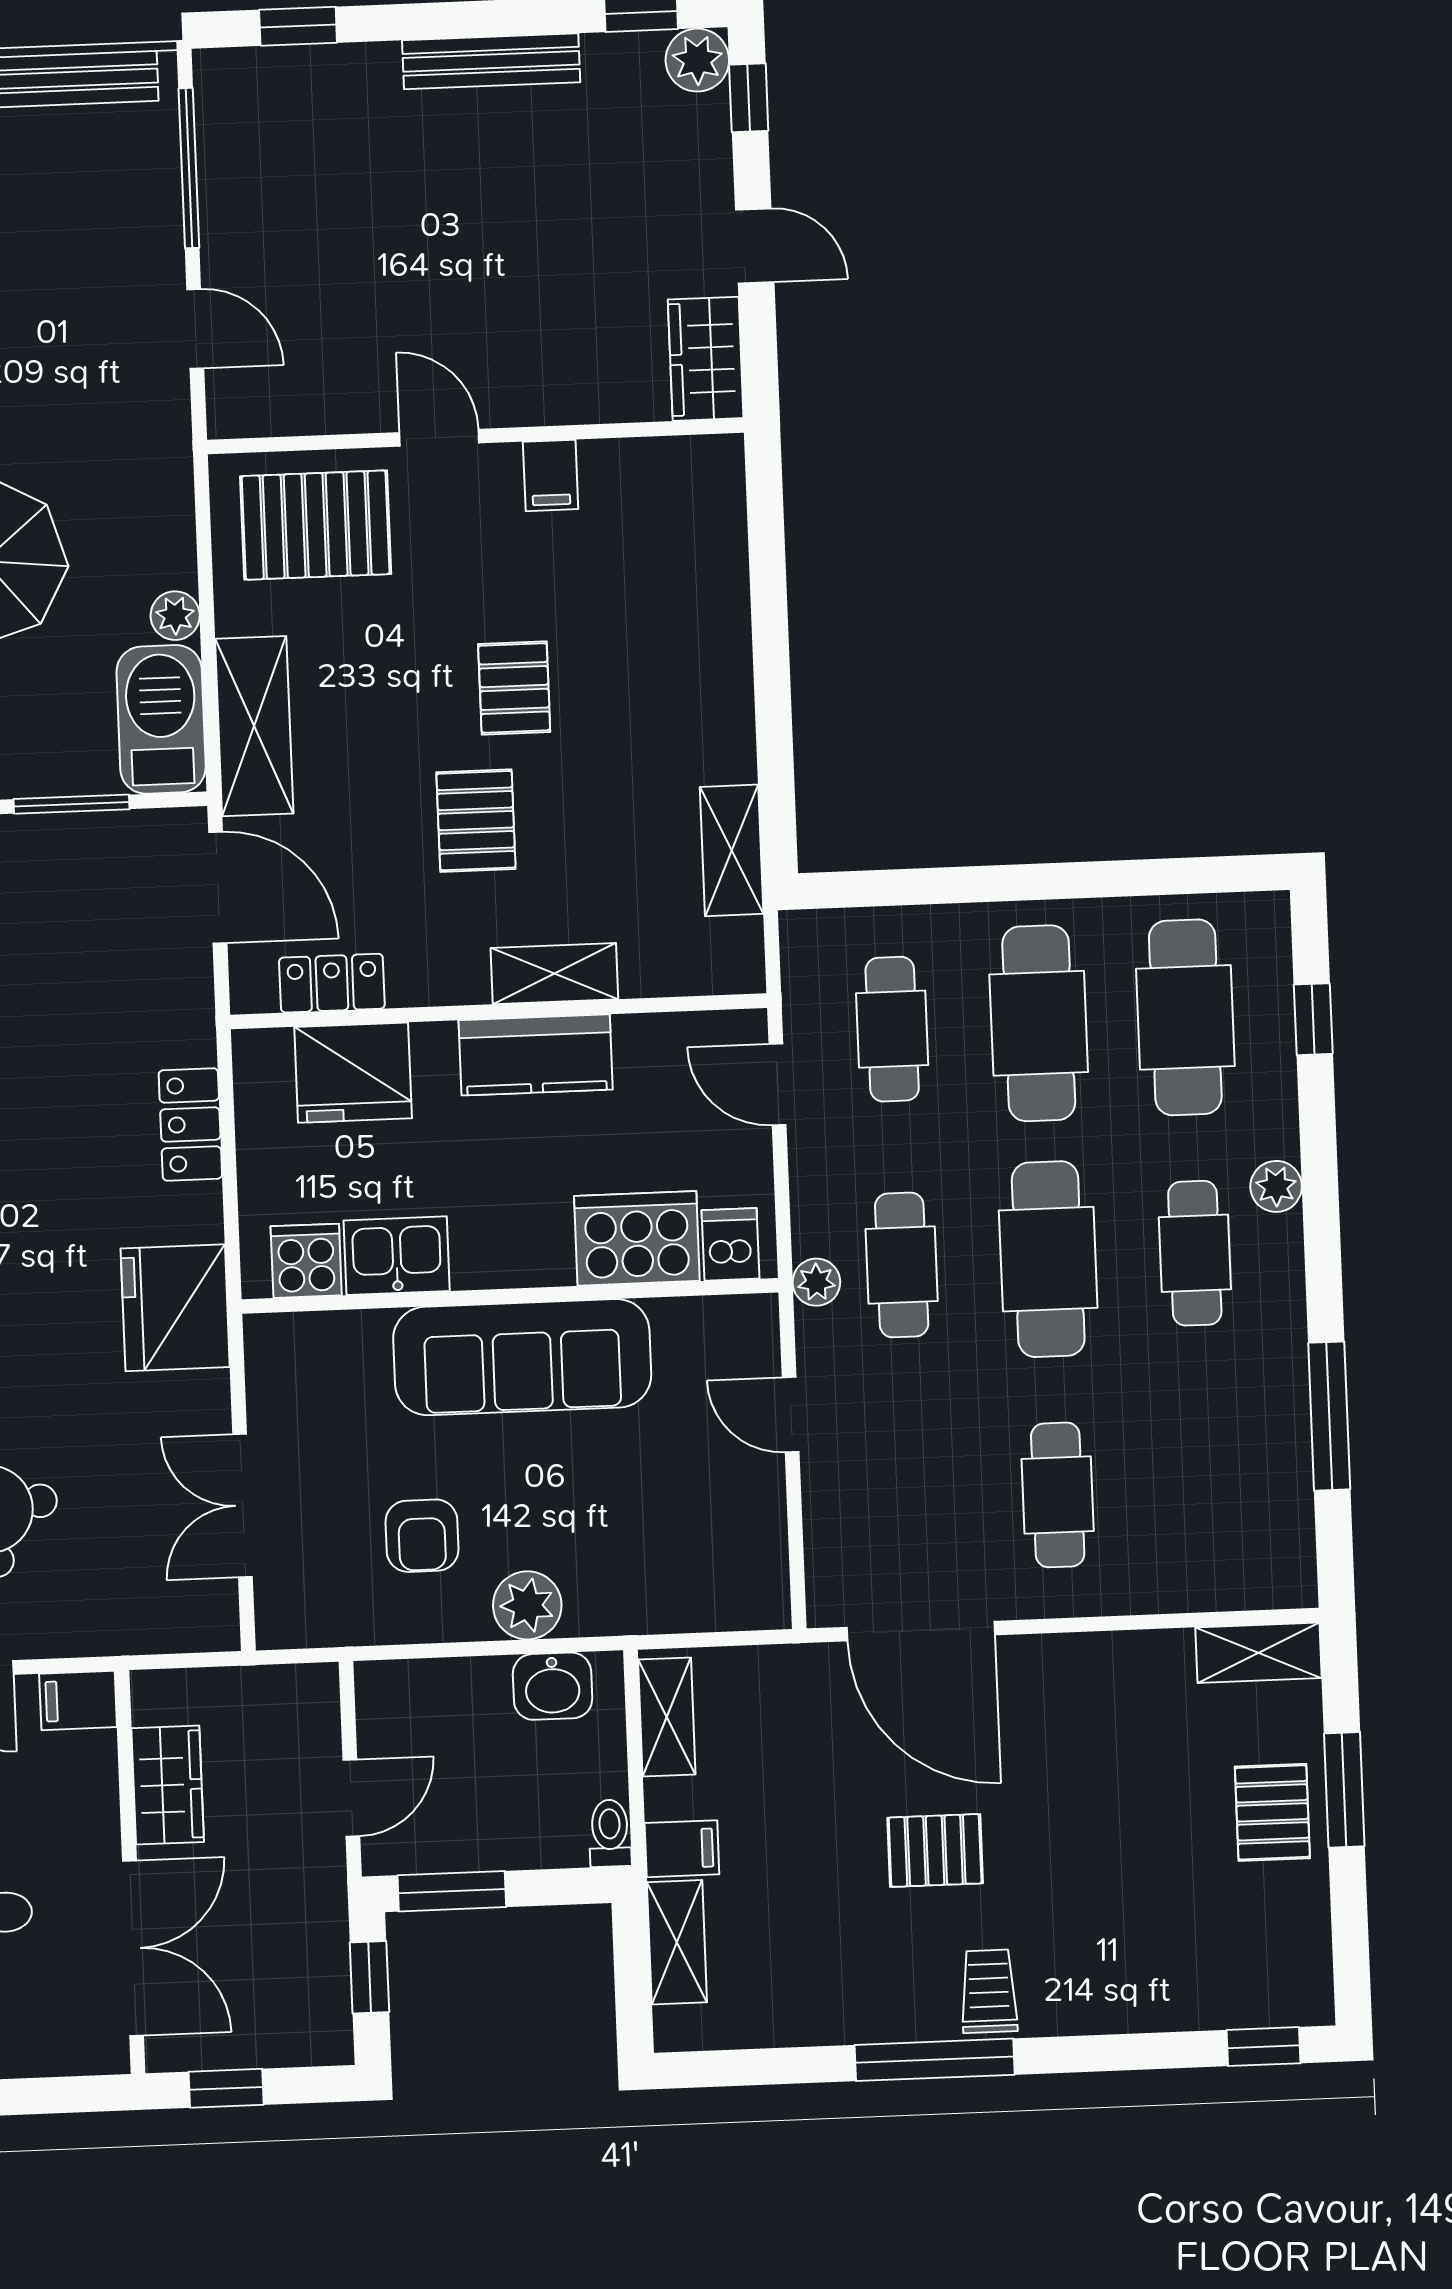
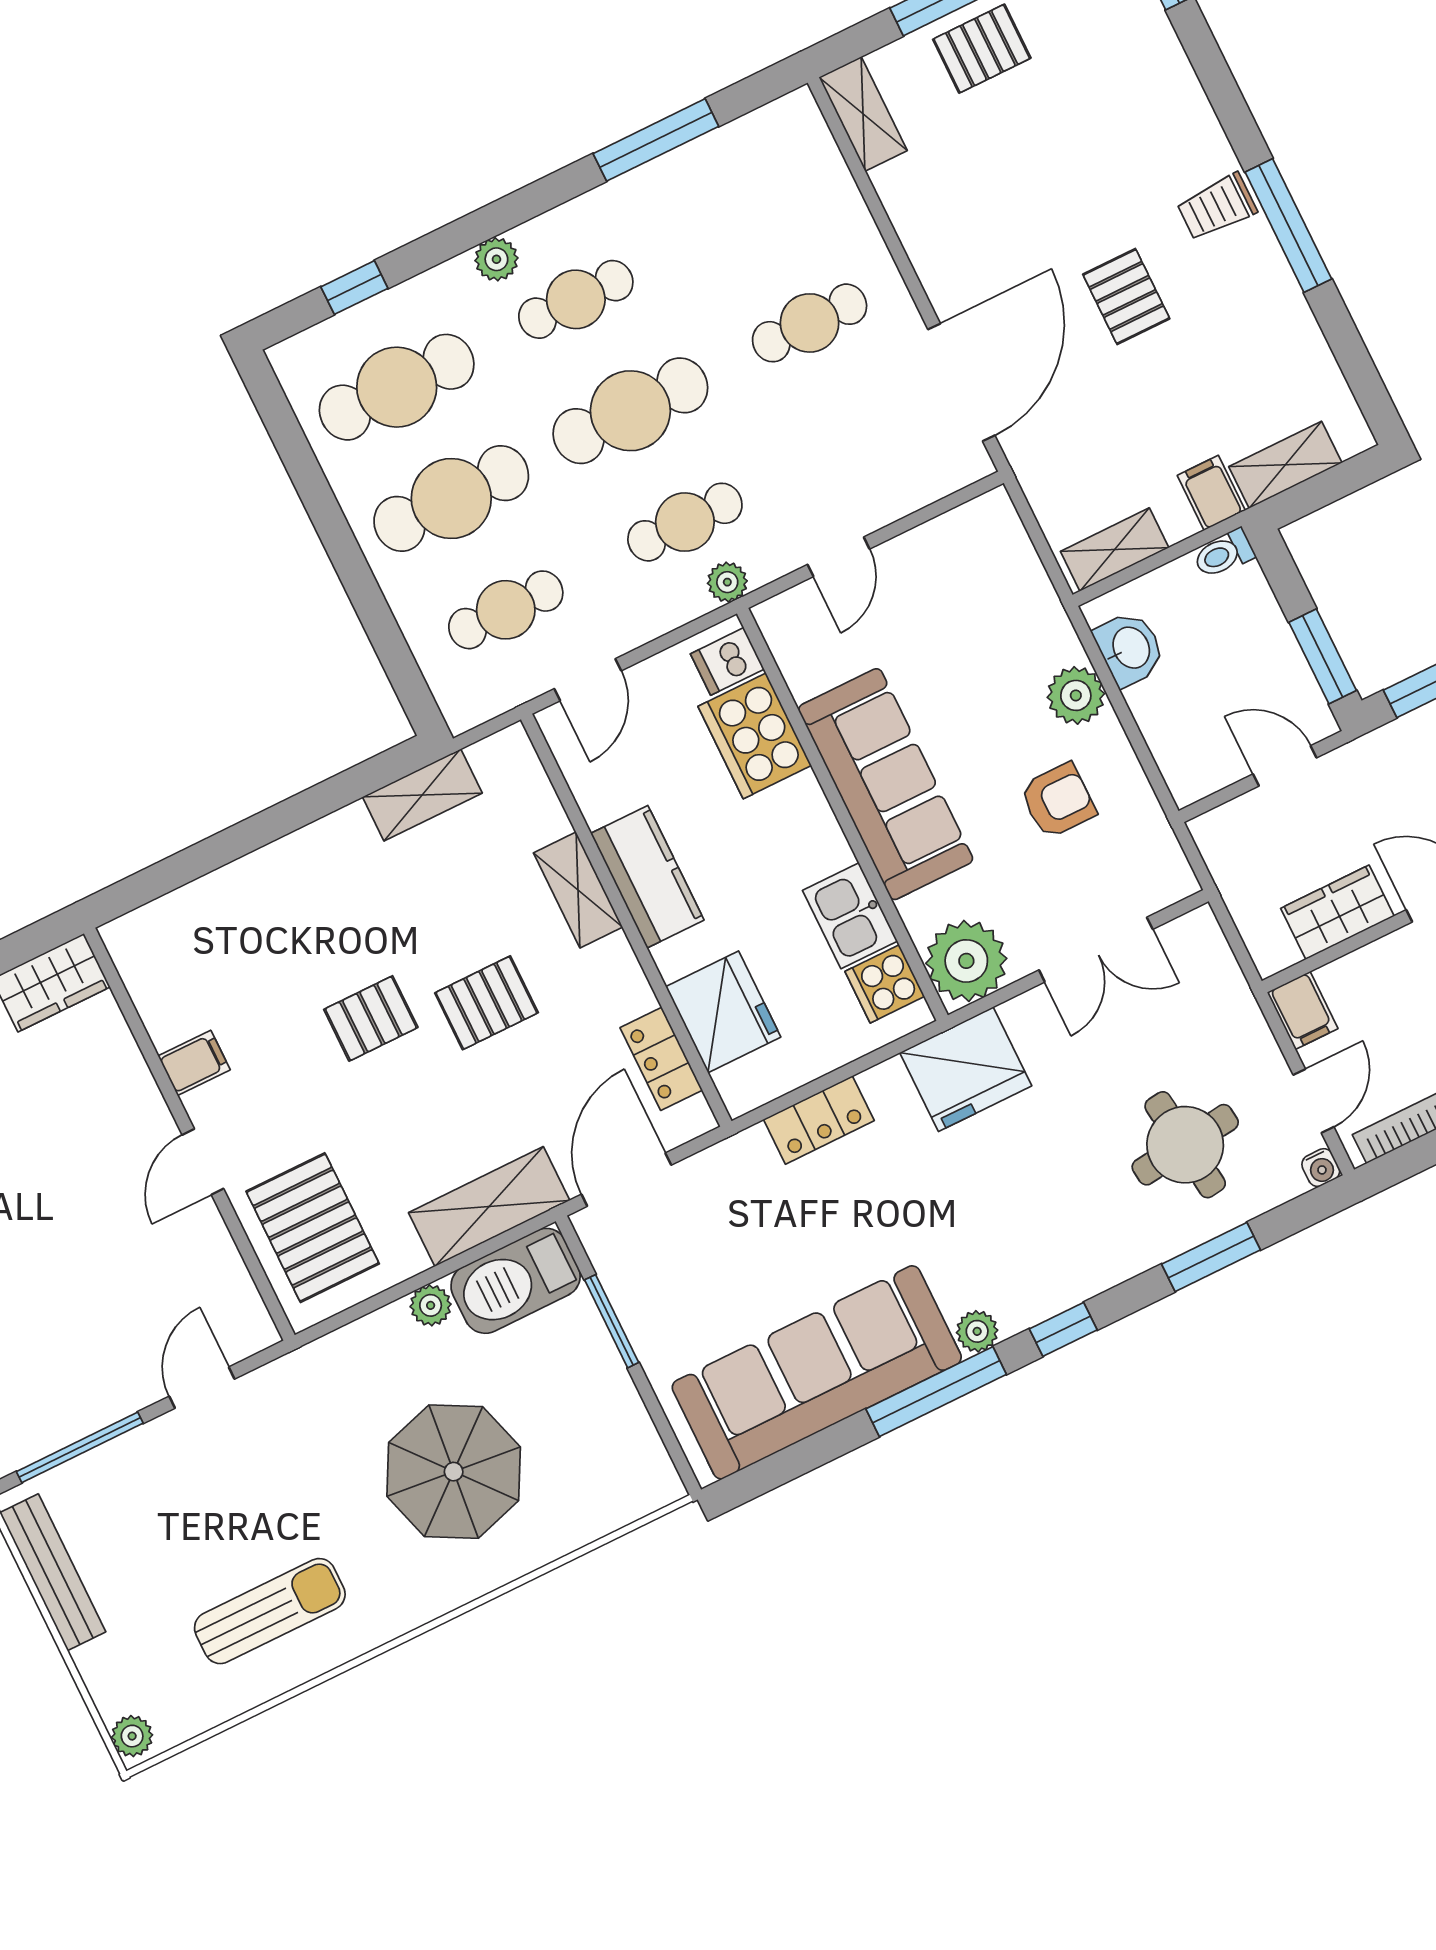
plant: (292, 1360) -> (966, 961), added

